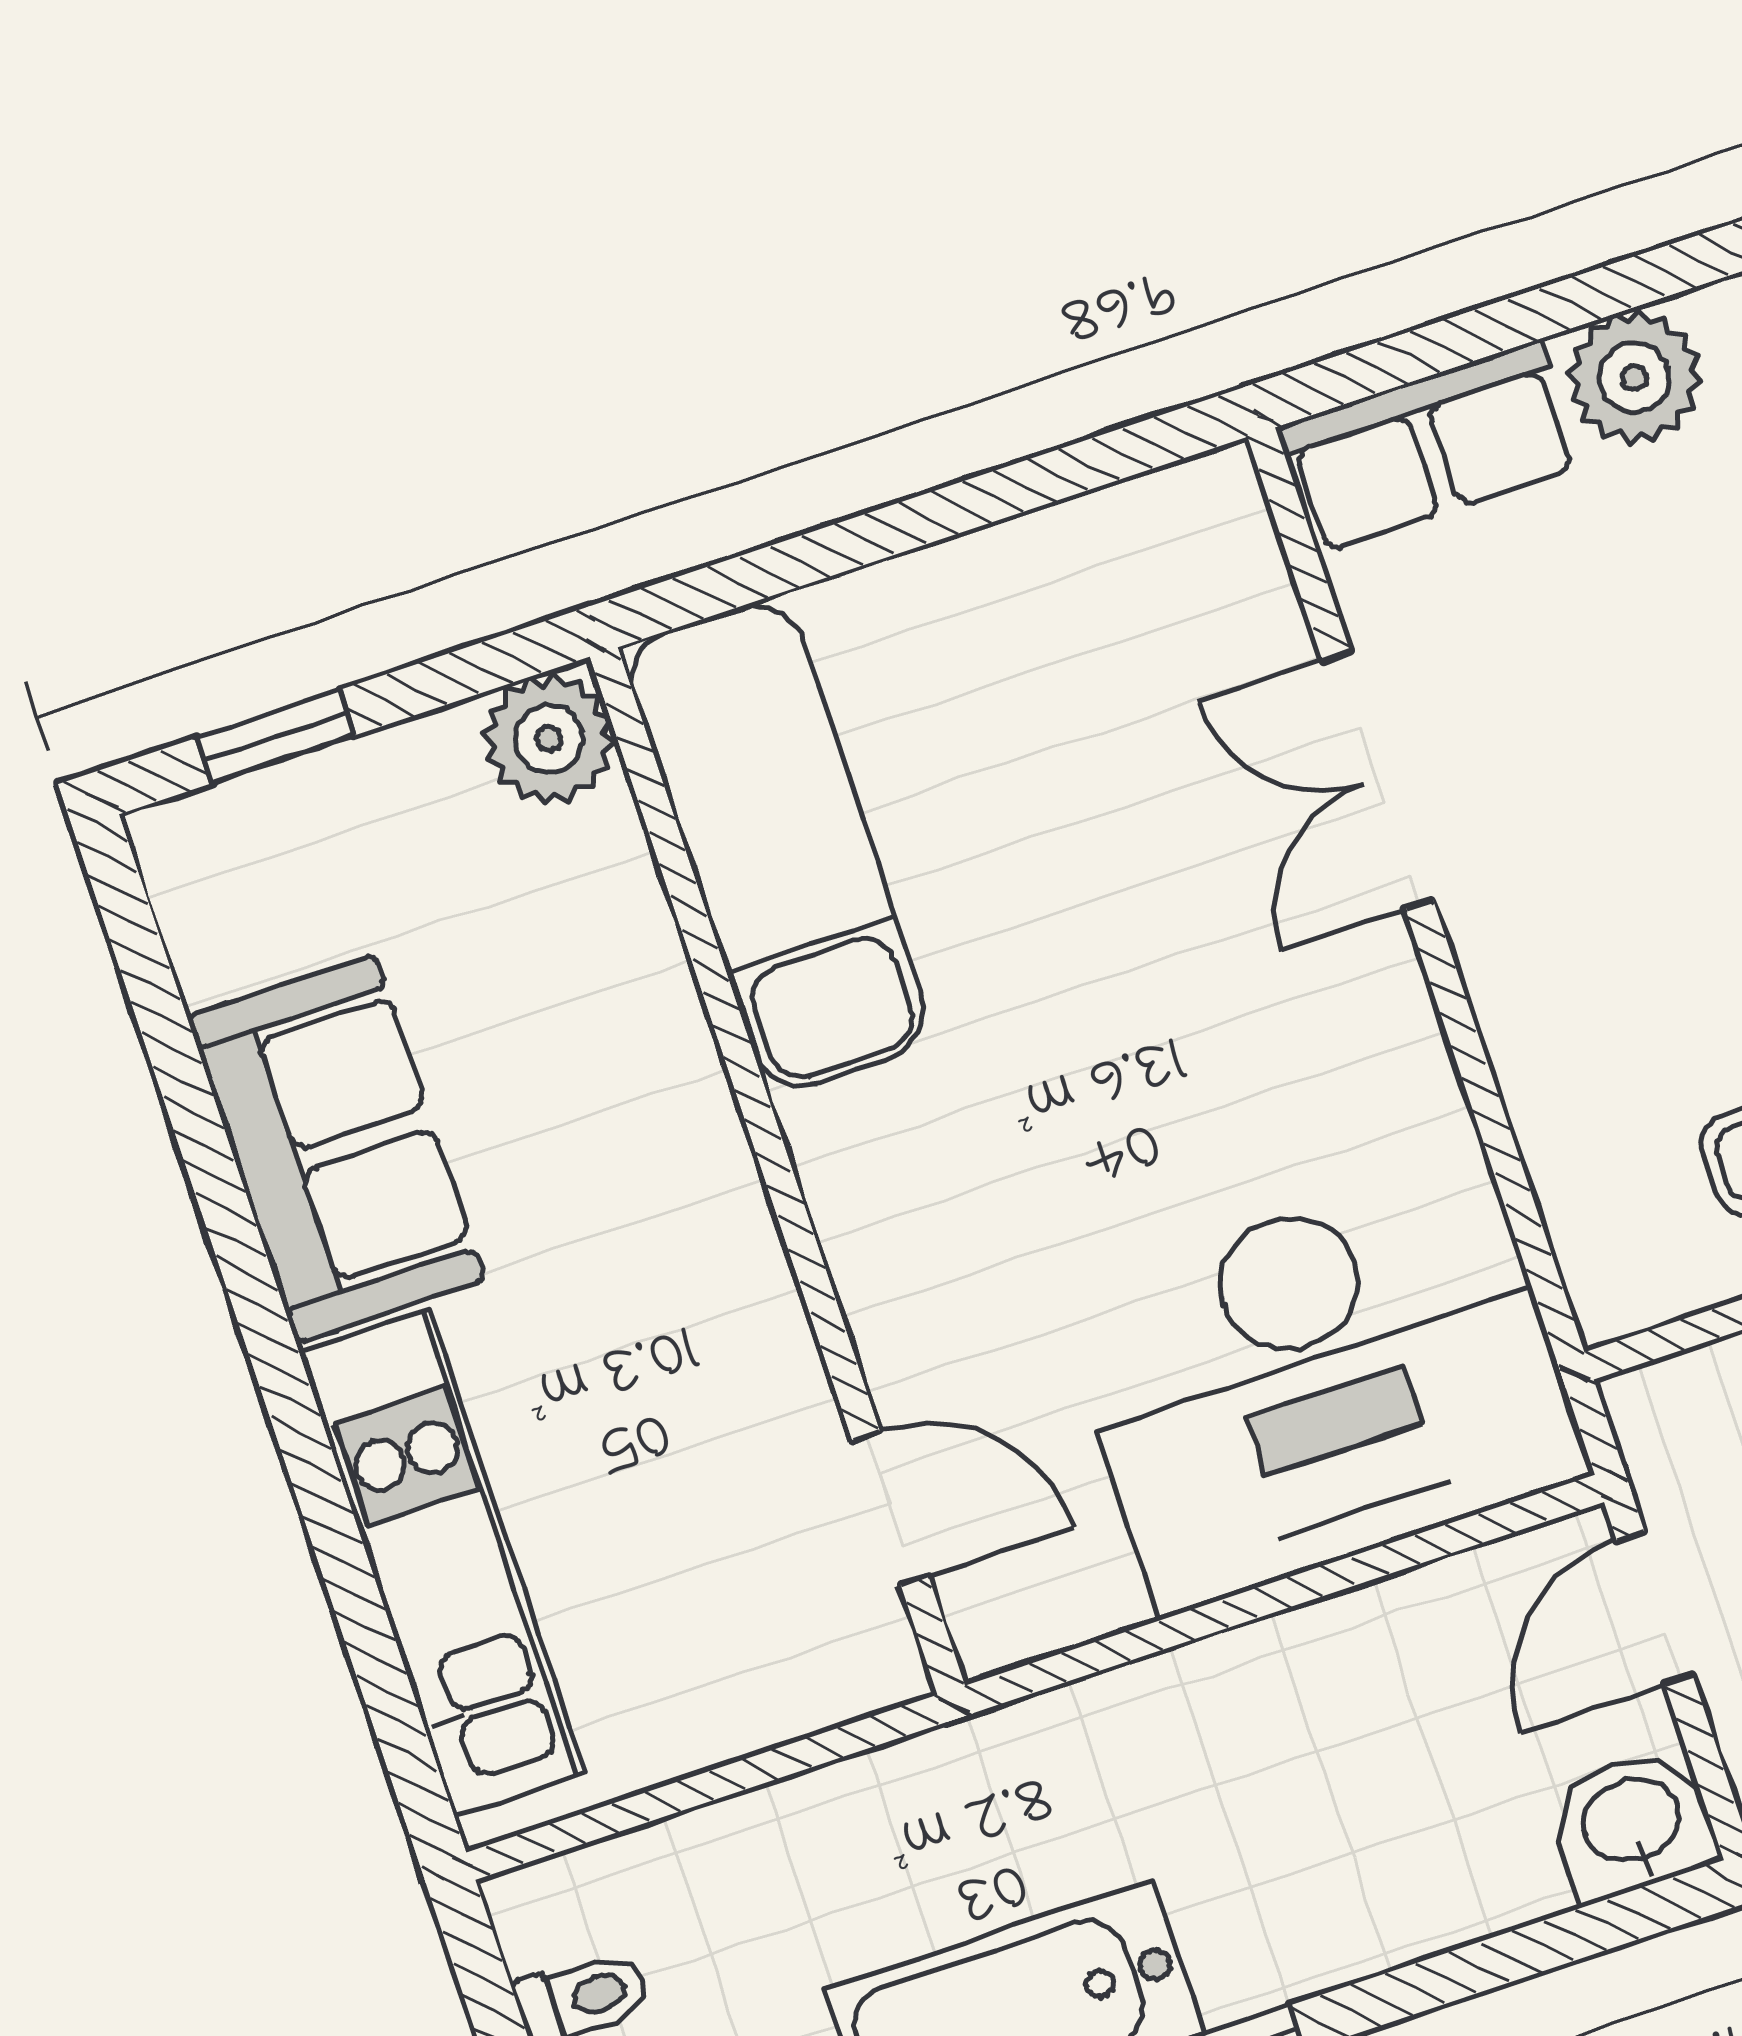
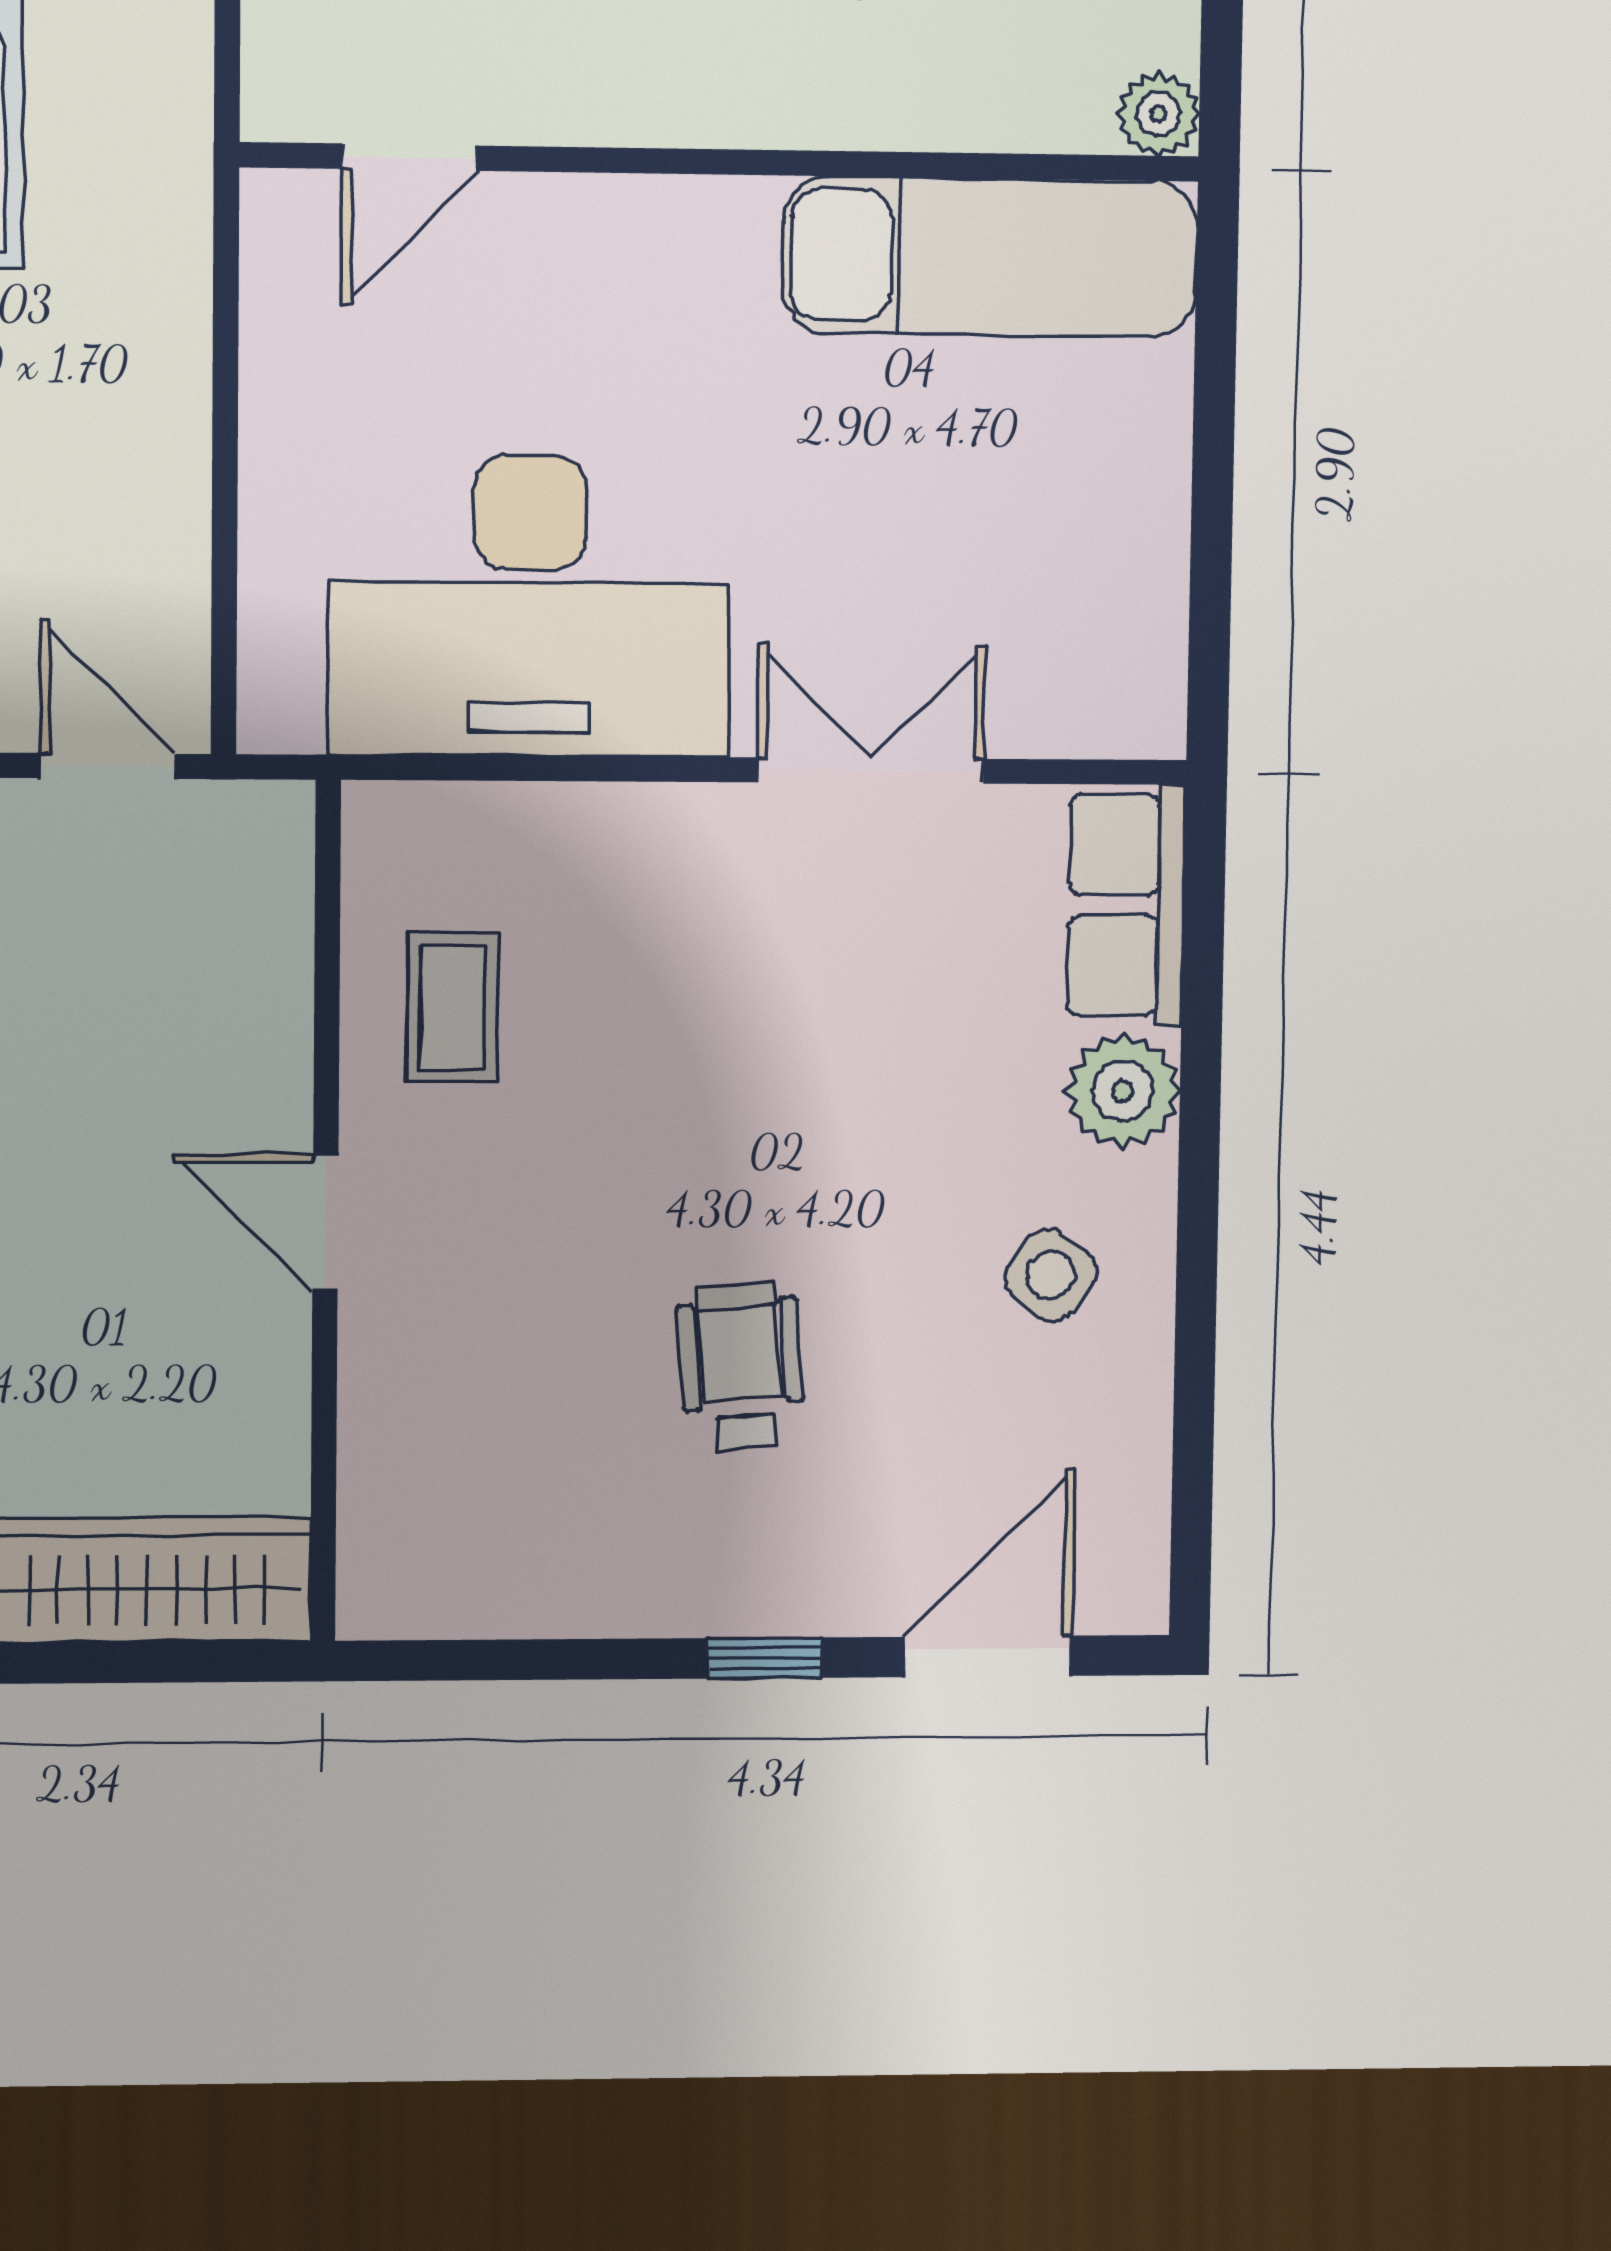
plant: (549, 739) -> (1158, 114), width x0.73, depth x0.73
desk: (1323, 1385) -> (529, 606), moved, turned -90

